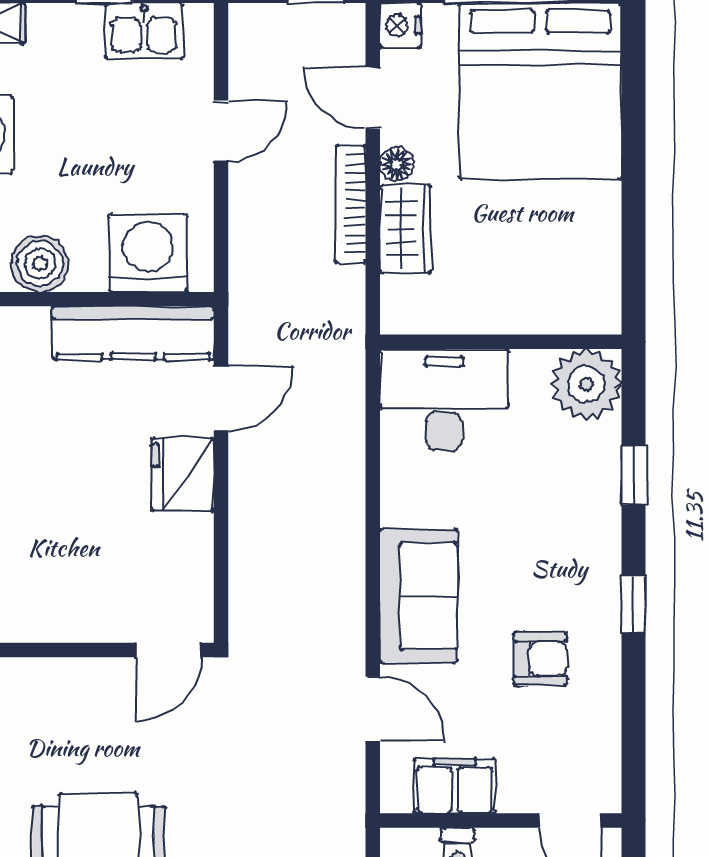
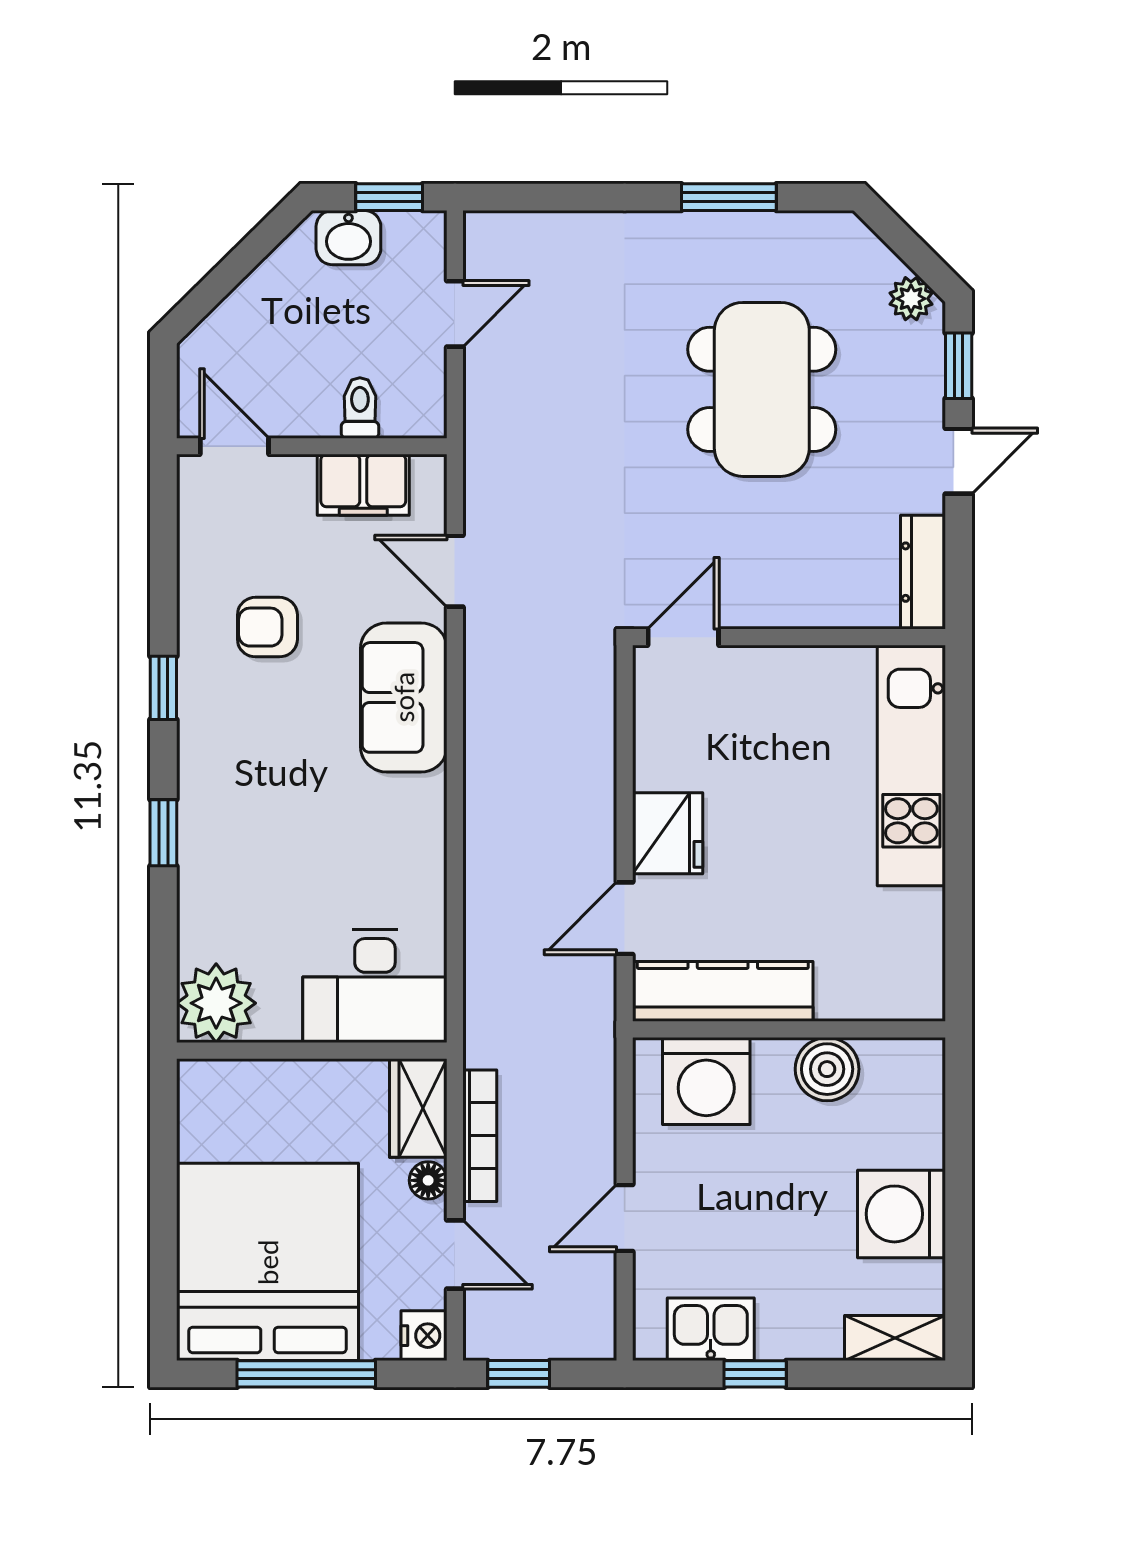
wall: (501, 342) -> (312, 1051), moved
plant: (586, 384) -> (216, 1003), moved
desk: (444, 400) -> (375, 986), moved

